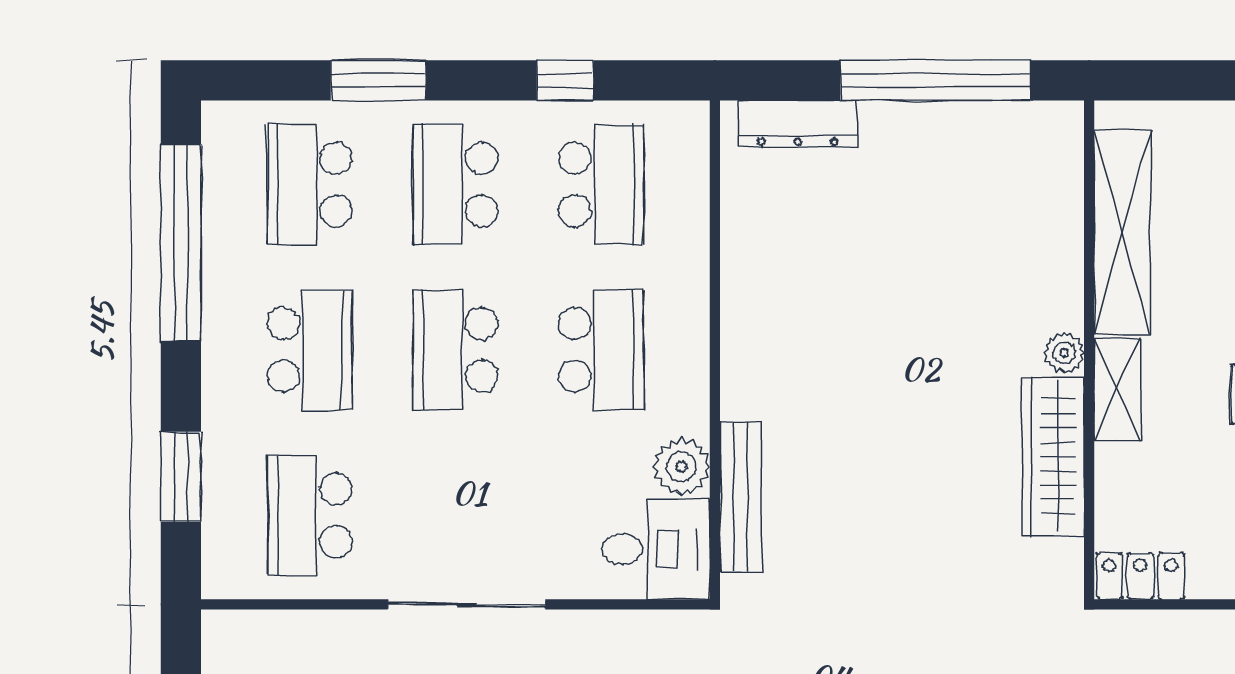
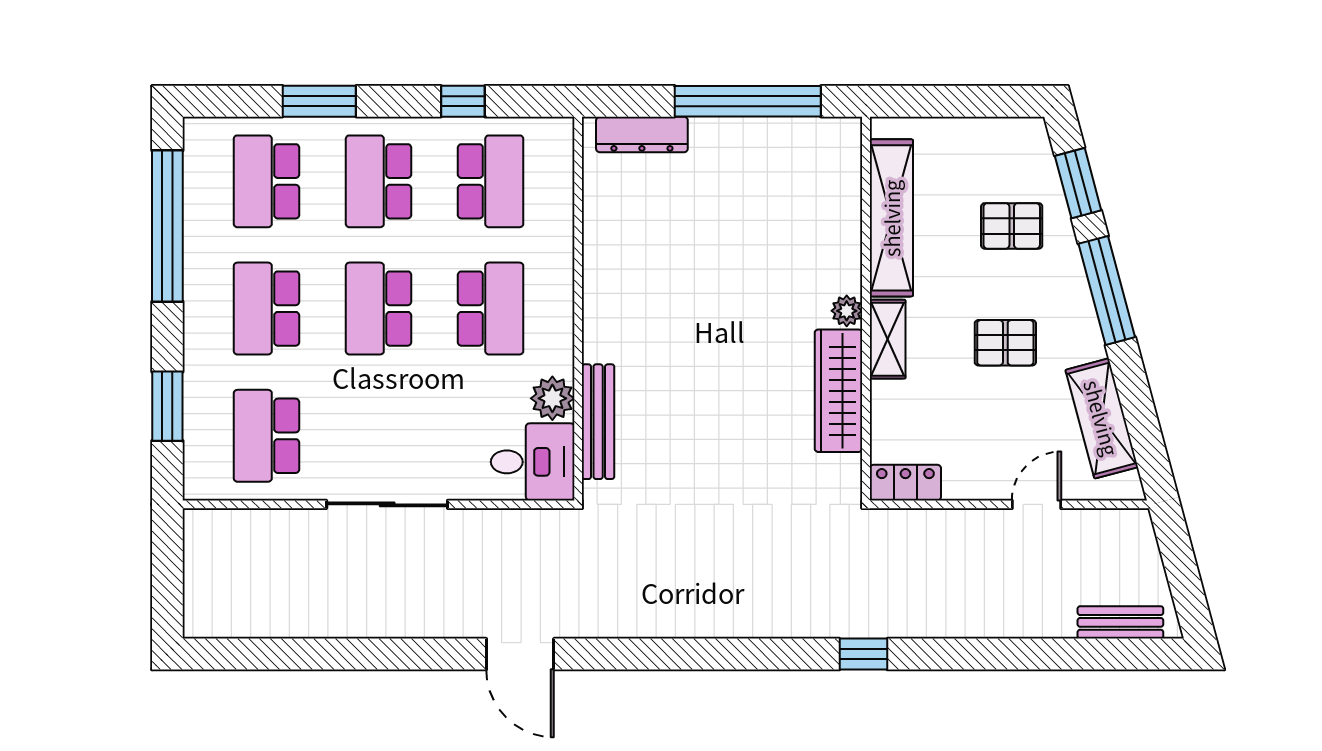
school desk: (310, 350) -> (266, 309), turned 180

